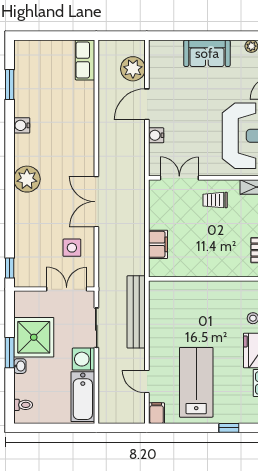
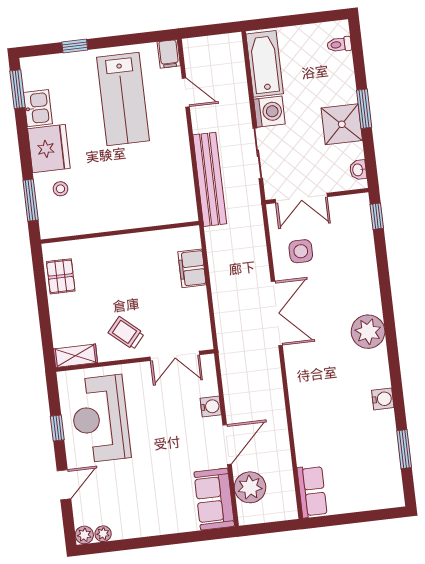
sofa: (207, 53) -> (214, 499), moved, turned -90
trolley: (215, 200) -> (126, 333), turned -139
shower: (34, 337) -> (342, 124), width x0.73, depth x0.73
washbasin: (20, 366) -> (358, 170), moved

